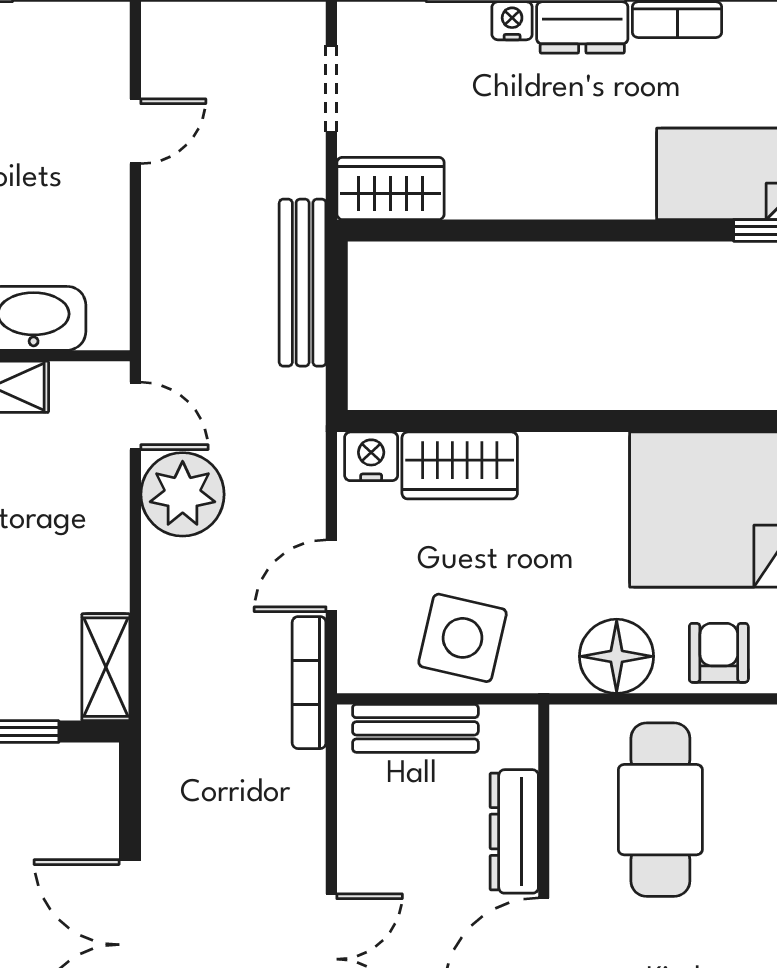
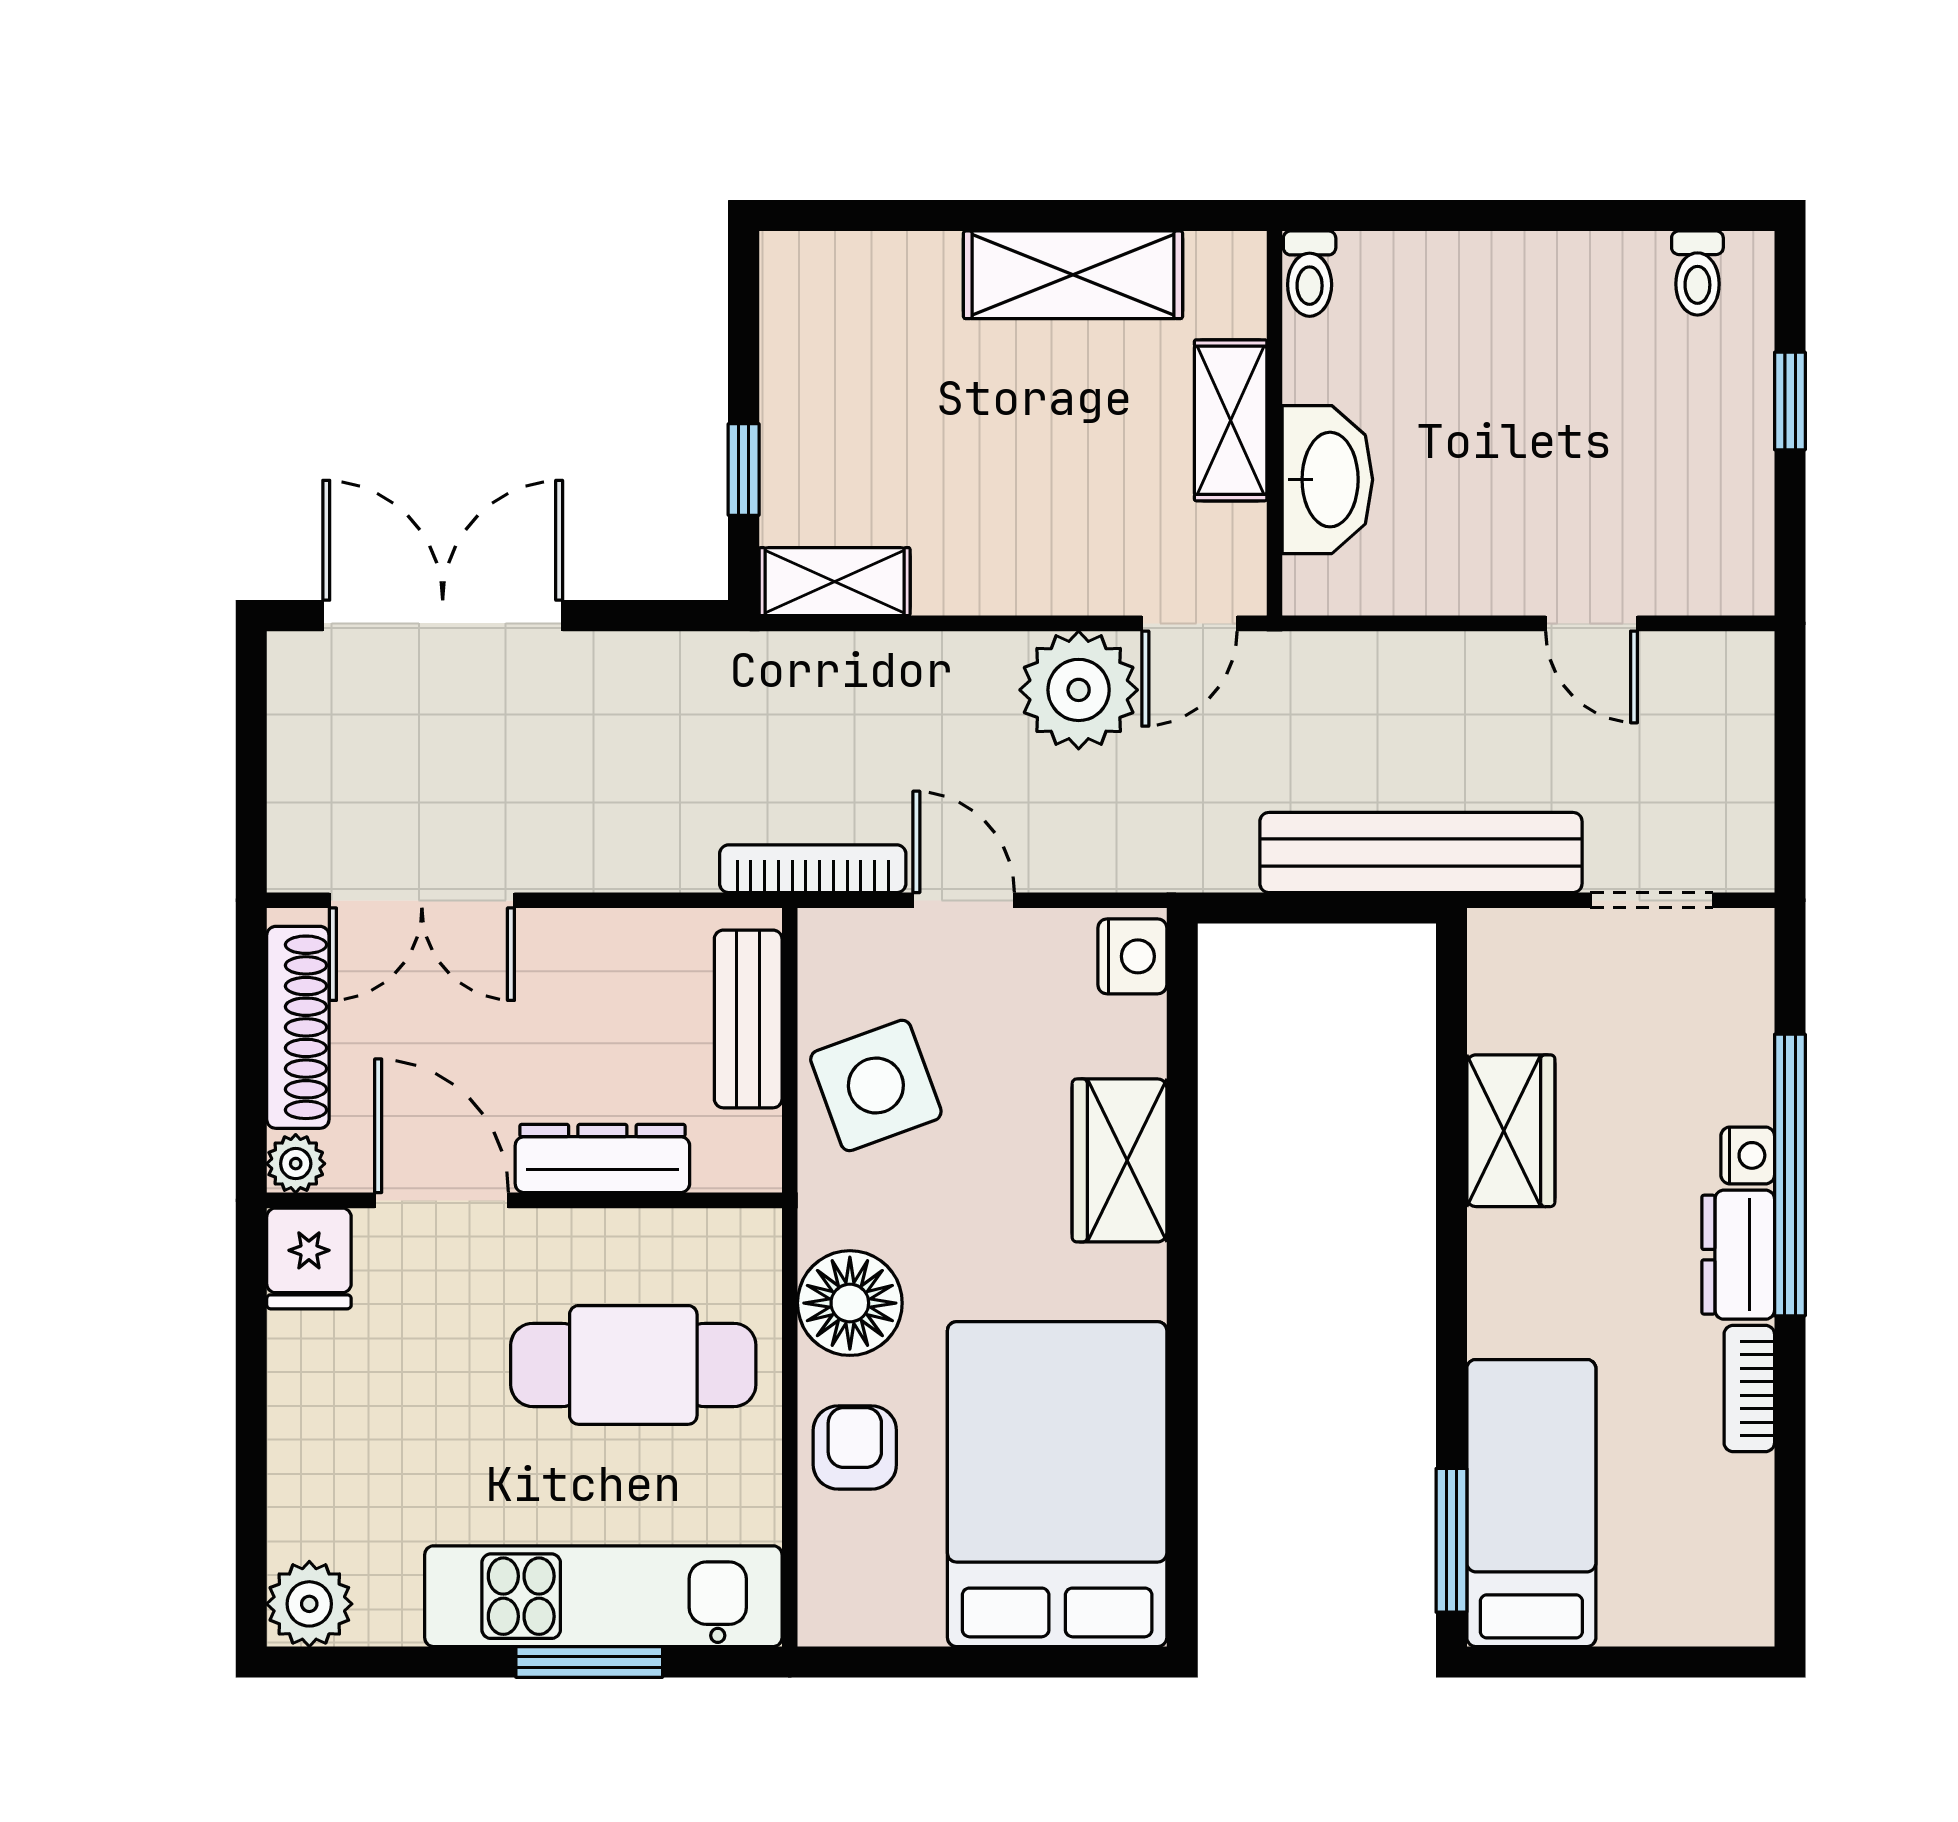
wardrobe: (391, 188) -> (1511, 1131), moved
bench: (303, 283) -> (1421, 853), width x1.37, depth x1.21
wardrobe: (460, 465) -> (1119, 1160), moved
side table: (463, 638) -> (876, 1085), turned -33
armchair: (719, 653) -> (855, 1447), turned -90

